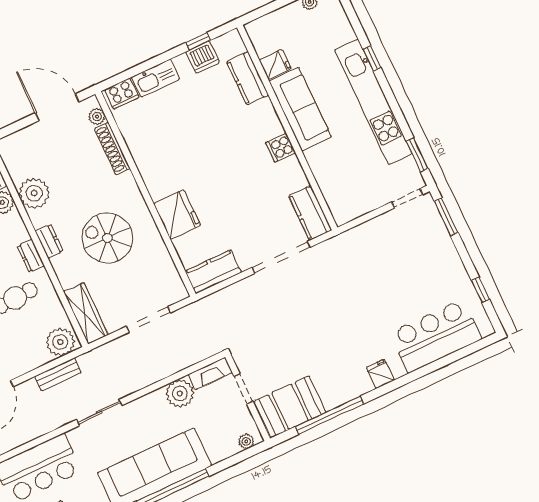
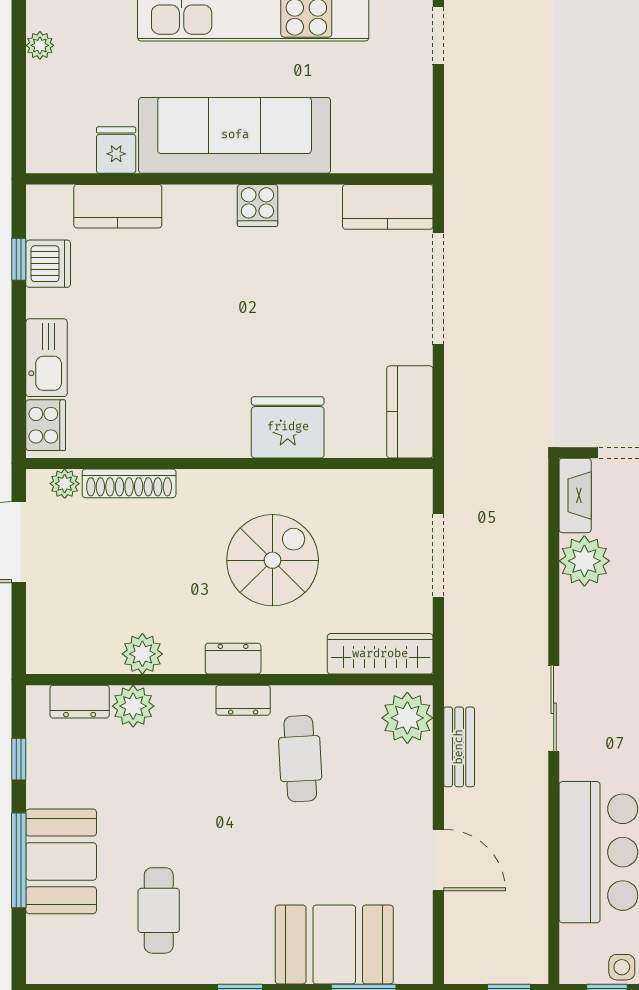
sofa: (300, 109) -> (235, 135), width x1.36, depth x1.27
plant: (34, 193) -> (142, 654), width x0.73, depth x0.73
spiral stairs: (107, 238) -> (273, 560), turned 180

